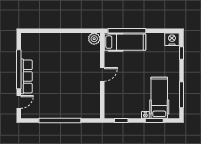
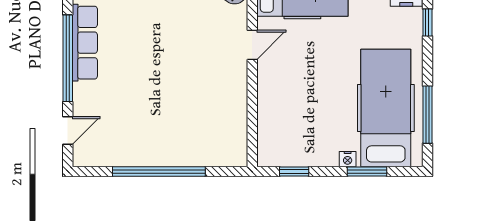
door: (102, 74) -> (252, 45), moved
row of seats: (26, 76) -> (85, 43), moved
hospital bed: (159, 98) -> (386, 108), width x1.37, depth x1.29

